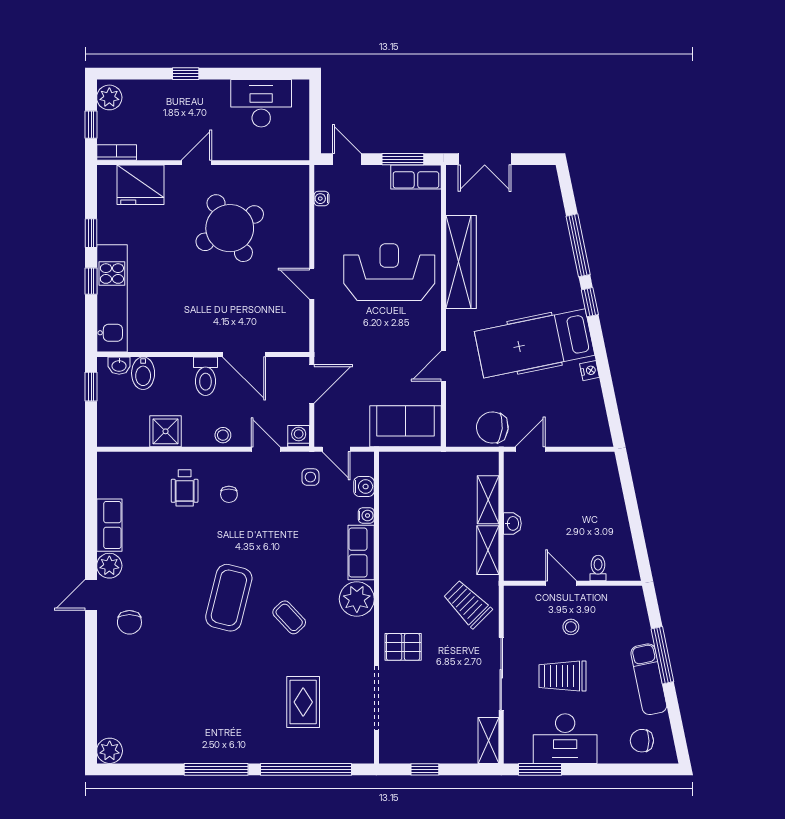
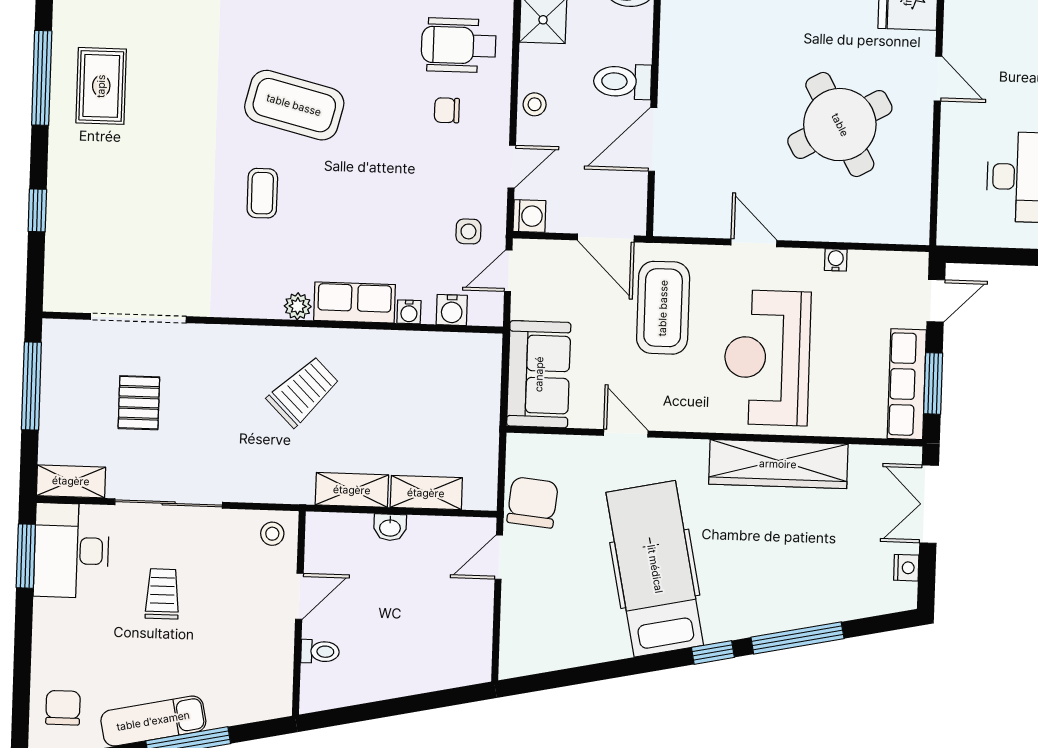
row of seats: (416, 177) -> (907, 384), width x1.48
water cooler: (321, 199) -> (836, 260), moved
reception desk: (389, 272) -> (767, 358), turned 180
door: (312, 284) -> (754, 243), hinge flipped
coffee table: (358, 344) -> (663, 308), added
nightstand: (590, 371) -> (906, 568), moved, turned -78
door: (530, 449) -> (499, 557), swing flipped
wheelchair: (185, 488) -> (459, 45), width x1.36, depth x1.37
plant: (357, 599) -> (298, 306), width x0.53, depth x0.53
trolley: (467, 604) -> (303, 392), moved
coffee table: (289, 617) -> (262, 193), turned -47
stool: (571, 627) -> (272, 534), moved
pallet: (403, 647) -> (139, 403), moved
trolley: (563, 676) -> (162, 594), width x0.73, depth x0.72
rug: (303, 702) -> (101, 86), moved, turned 90
desk: (565, 739) -> (71, 551), moved
window: (306, 769) -> (37, 210), width x0.32
window: (425, 769) -> (31, 386), width x2.17

